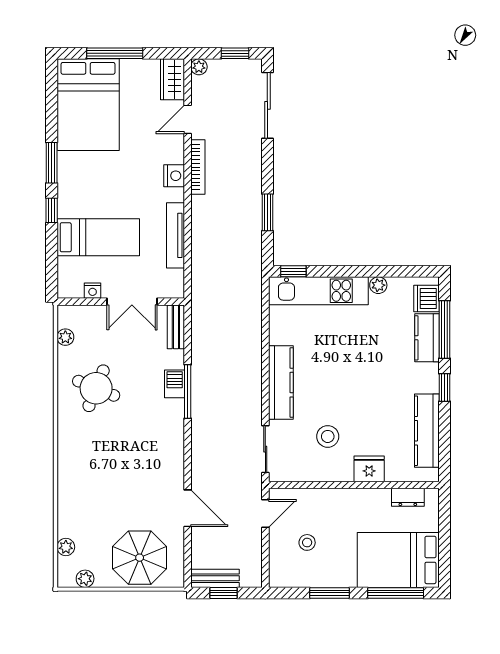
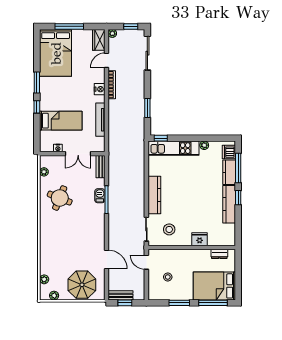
kitchen counter: (427, 431) -> (229, 204), moved
stool: (328, 436) -> (169, 229), moved
door: (265, 513) -> (146, 262), swing flipped

